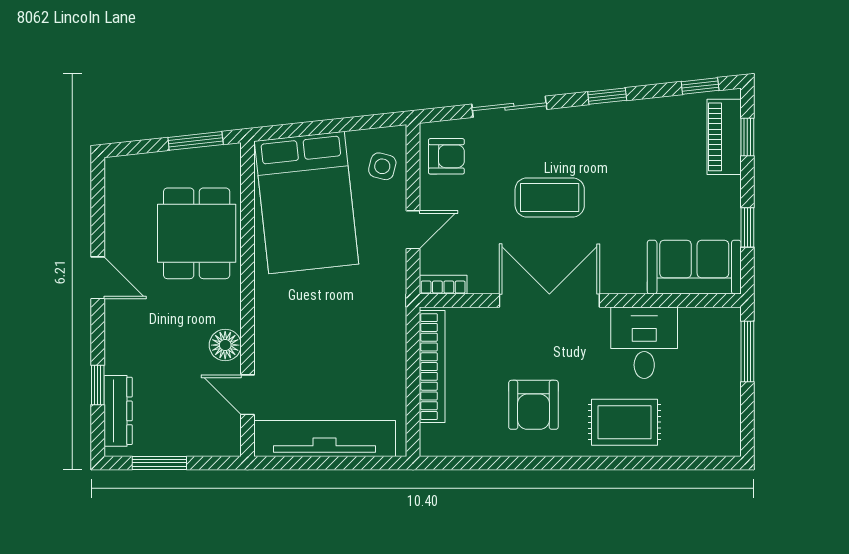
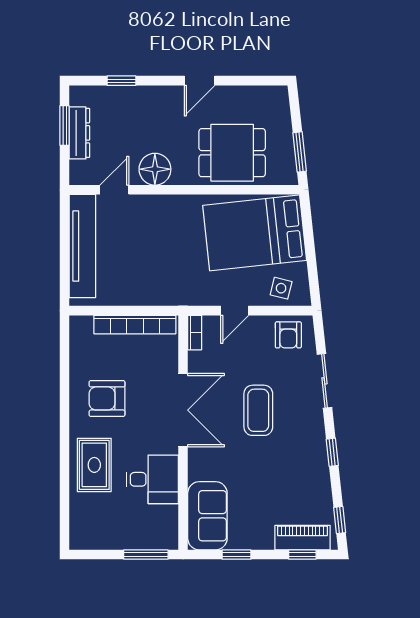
door: (413, 230) -> (235, 311), hinge flipped
floor lamp: (225, 345) -> (155, 169), width x1.38, depth x1.38
dresser: (118, 411) -> (79, 133), moved, turned -90

